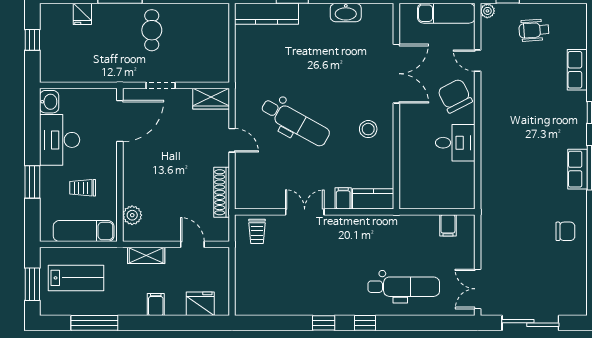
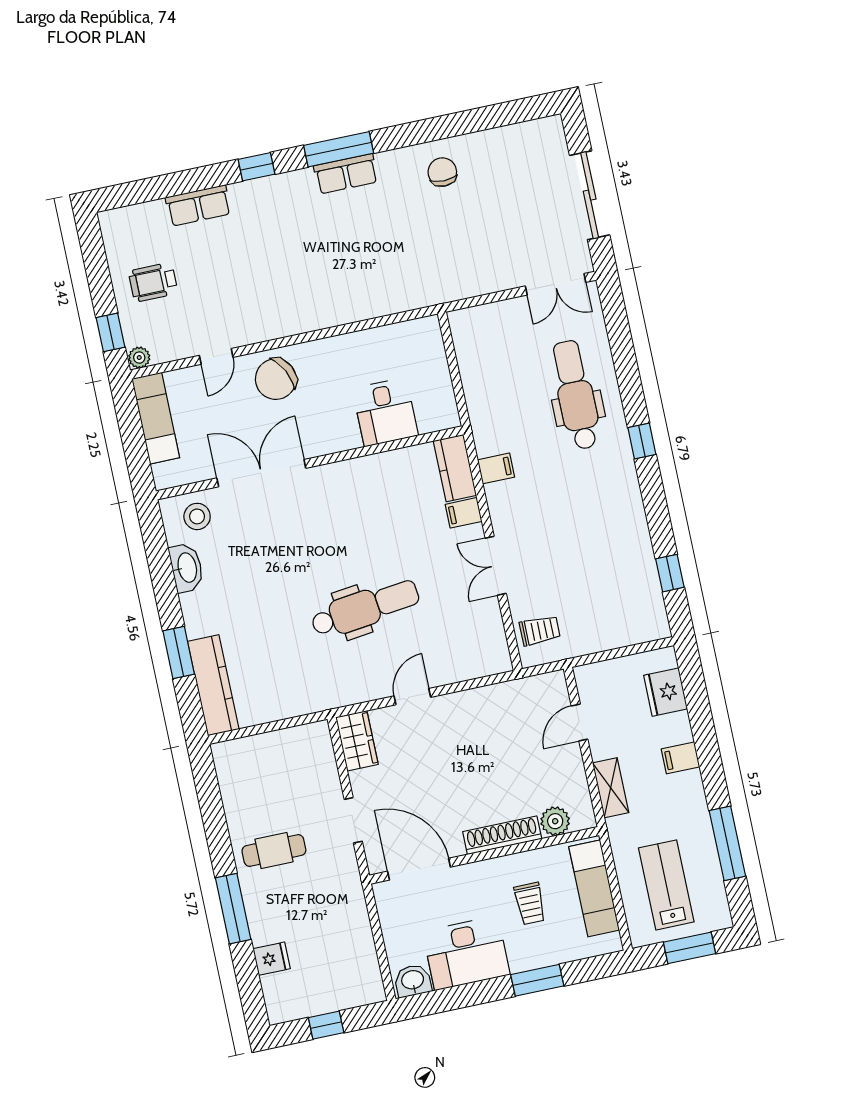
wheelchair: (534, 30) -> (153, 282), turned 94
dental chair: (295, 122) -> (365, 608), turned 54
stool: (368, 129) -> (197, 516), moved
desk: (455, 143) -> (385, 412), moved, turned 180
shoe rack: (222, 192) -> (502, 835), moved, turned 180
filing cabinet: (448, 225) -> (496, 468), moved
window: (324, 323) -> (670, 573), moved

